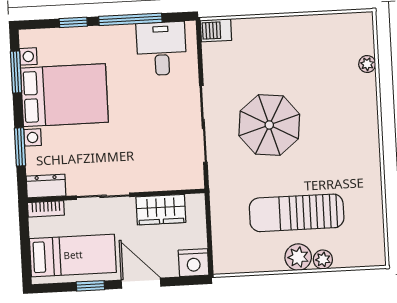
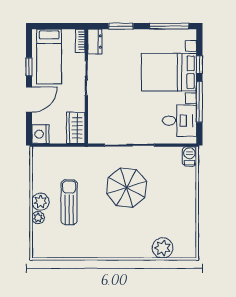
plant: (367, 64) -> (163, 248), width x1.88, depth x1.88
window: (16, 72) -> (169, 26), width x1.44
bed with nightstands: (64, 95) -> (169, 72), moved, turned 90
wardrobe: (161, 210) -> (76, 128), moved
sun lounger: (297, 213) -> (69, 202), width x0.73, depth x0.75

